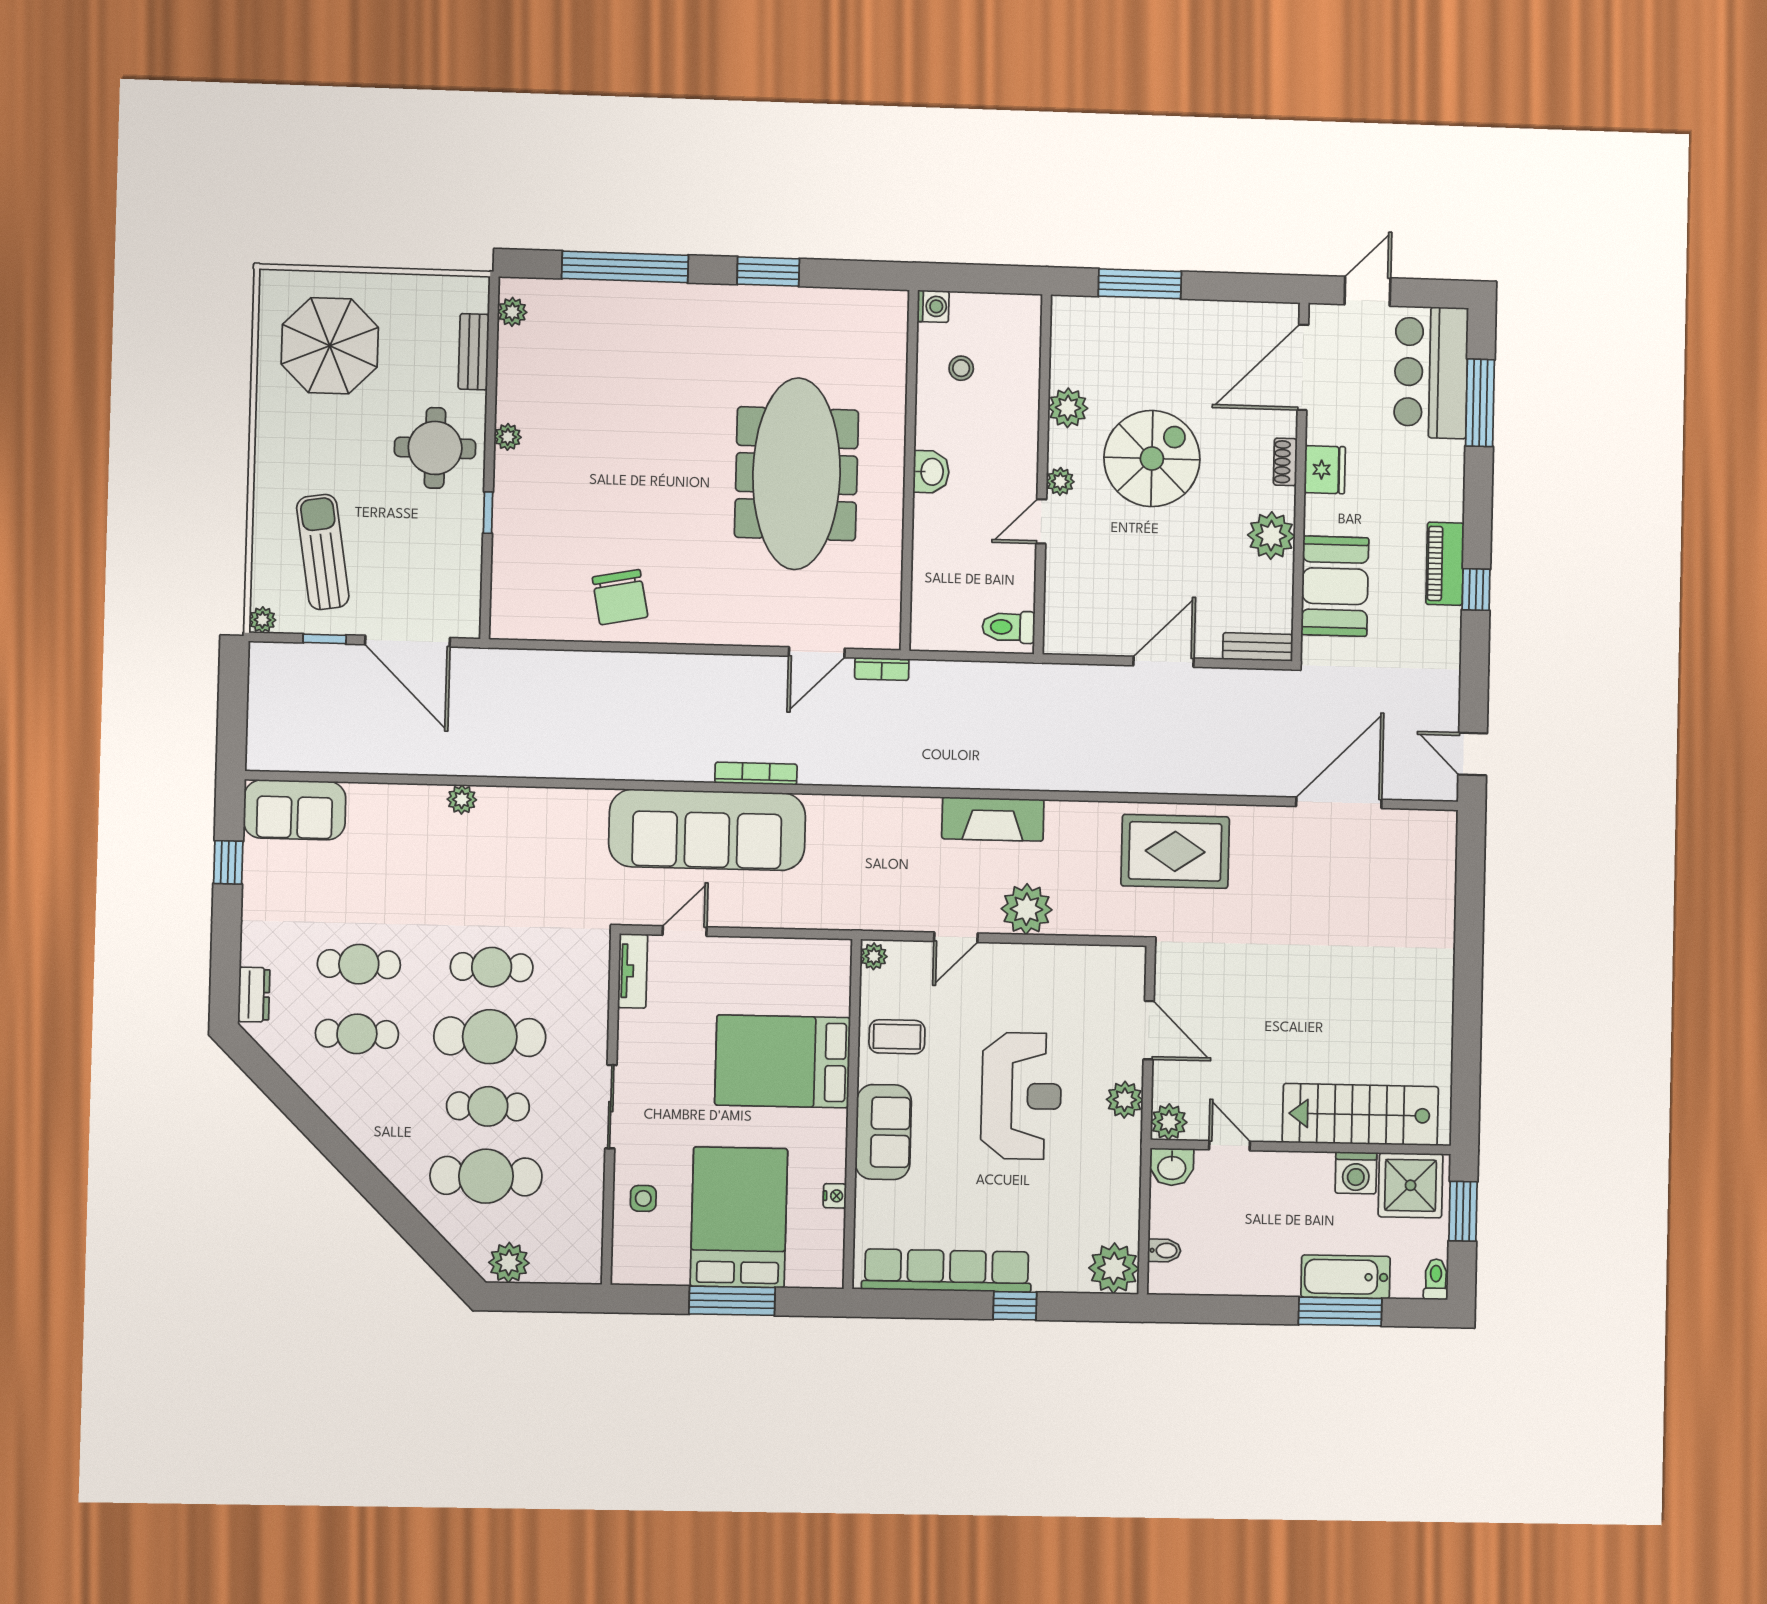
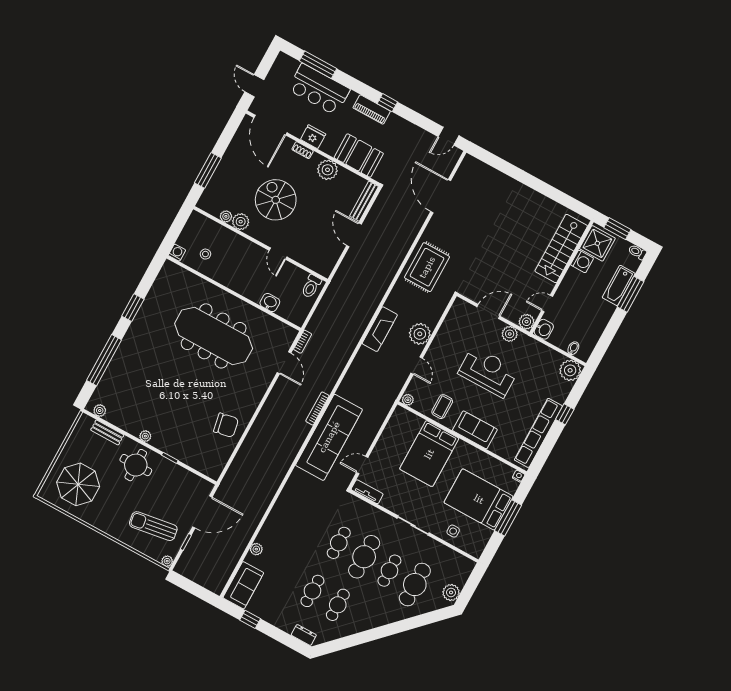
bar counter: (1431, 372) -> (319, 89), moved
washbasin: (931, 472) -> (270, 303), moved
plant: (1060, 481) -> (226, 216), moved
bench: (1258, 647) -> (364, 201), width x1.36
plant: (462, 799) -> (256, 549), moved
door: (685, 931) -> (362, 465), hinge flipped
nightstand: (835, 1196) -> (519, 476), moved

